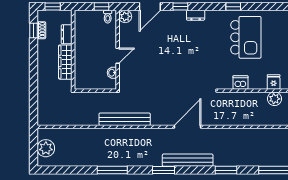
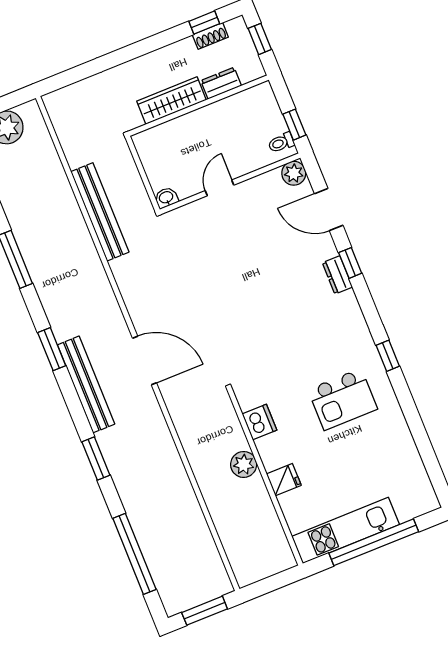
dresser: (196, 15) -> (337, 275), moved
kitchen island: (246, 37) -> (343, 399), width x0.73, depth x0.78
door: (118, 56) -> (220, 188), swing flipped
washbasin: (112, 73) -> (166, 198), moved
plant: (275, 99) -> (244, 464), moved
bench: (125, 119) -> (100, 212), moved

